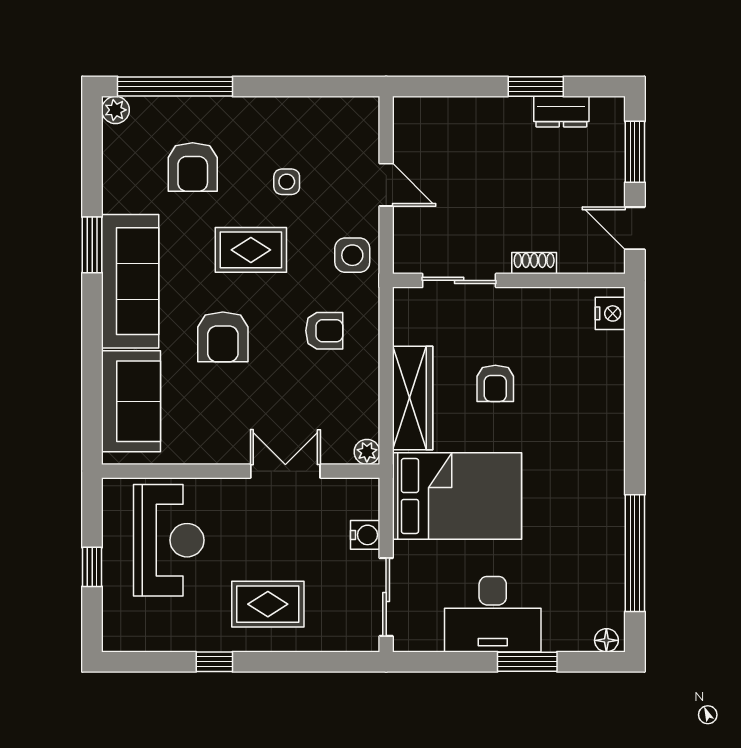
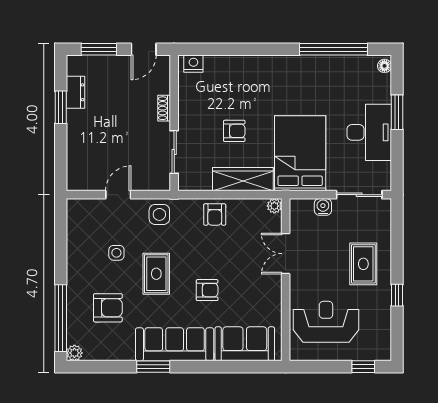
armchair: (324, 331) -> (215, 214), moved, turned 180
armchair: (223, 337) -> (207, 290), width x0.72, depth x0.72
window: (92, 567) -> (363, 367), moved

